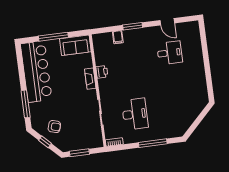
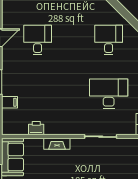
printer: (102, 72) -> (36, 128), moved
desk: (177, 109) -> (109, 40), added

